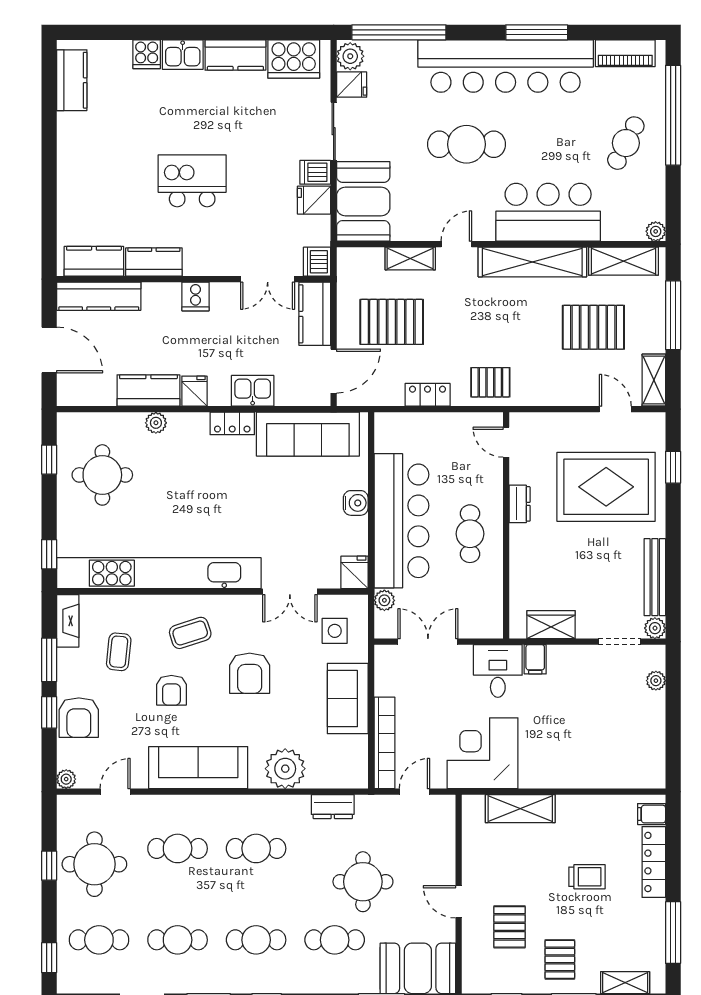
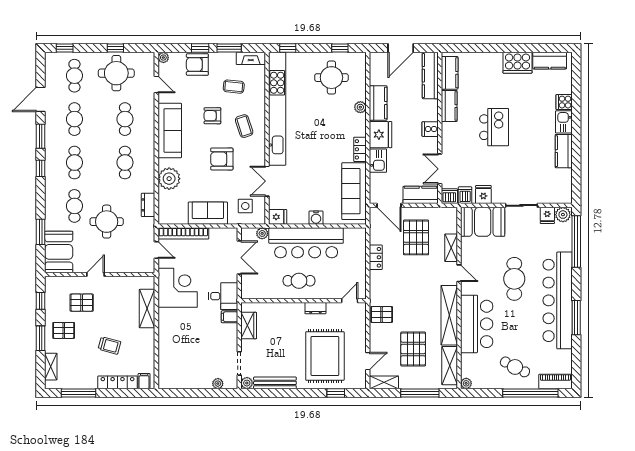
piano: (625, 53) -> (555, 381), moved, turned 90
cooker: (294, 59) -> (517, 63), moved, turned -90
dishwasher: (315, 172) -> (465, 195), moved
pallet: (490, 382) -> (382, 314), moved, turned 90
fridge: (194, 391) -> (381, 135), width x1.88, depth x1.34
trolley: (587, 877) -> (109, 345), turned -75

